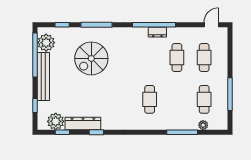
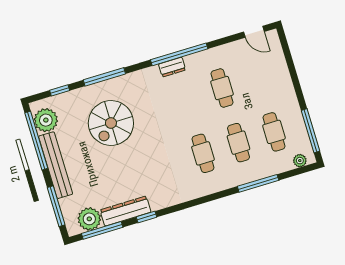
door: (211, 25) -> (254, 32), swing flipped
dresser: (157, 32) -> (172, 67), moved
cafe table: (204, 57) -> (238, 143), moved
window: (230, 94) -> (310, 131), moved
window: (35, 105) -> (56, 206), width x2.17
plant: (203, 125) -> (300, 161), moved
window: (62, 132) -> (102, 230), width x2.17

